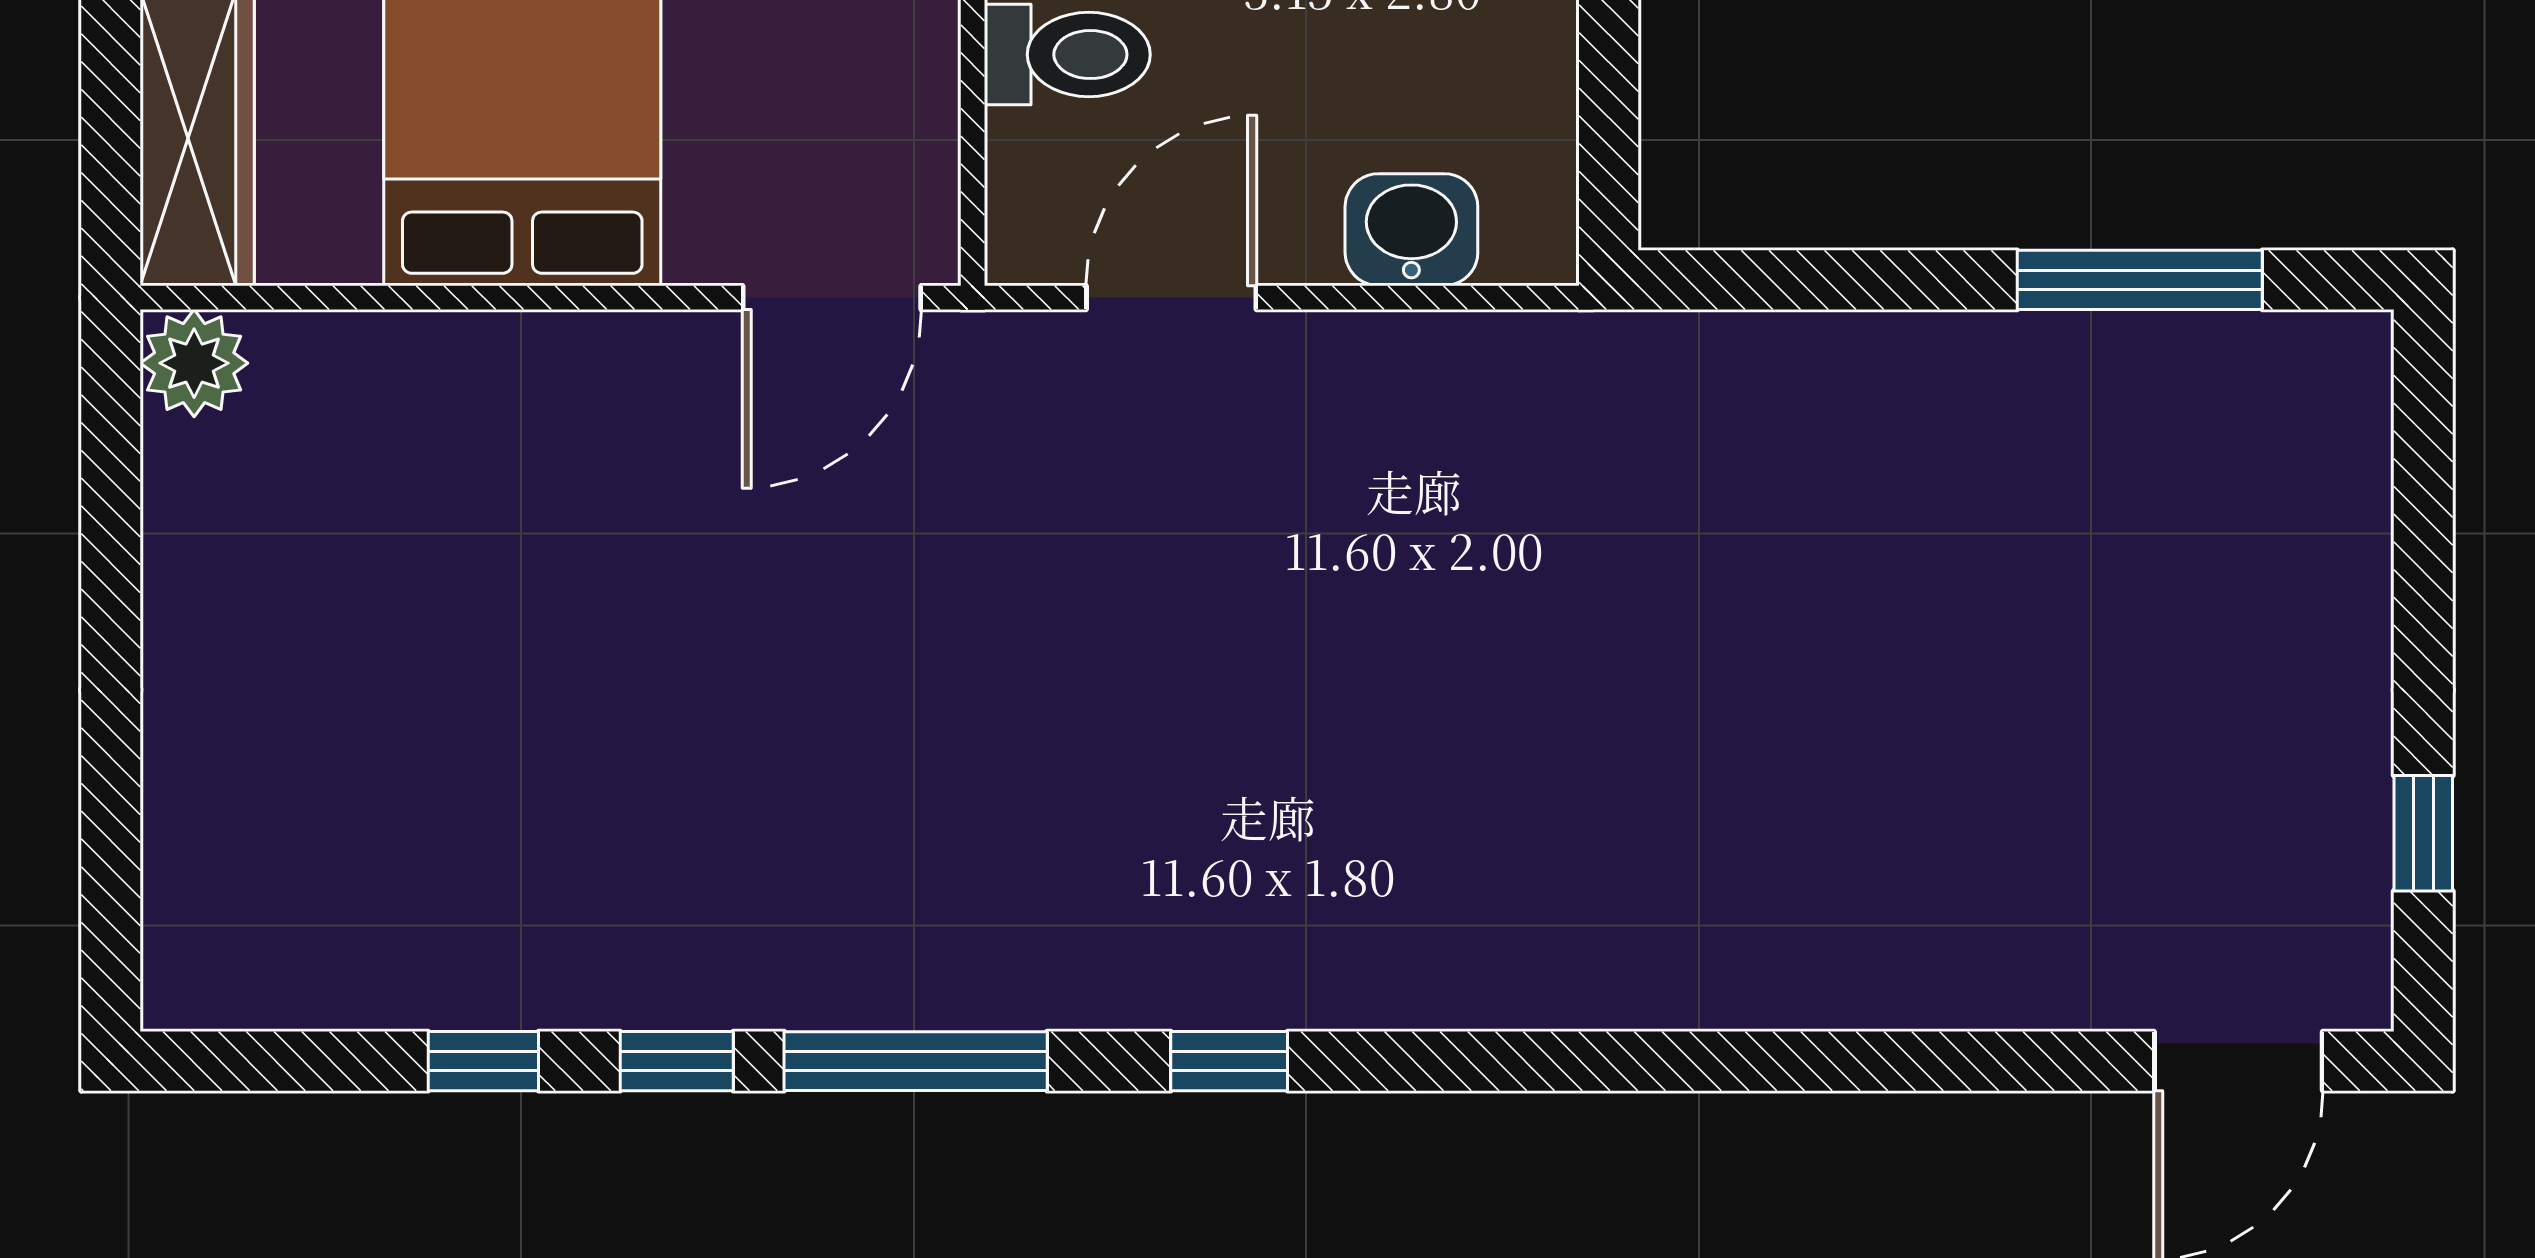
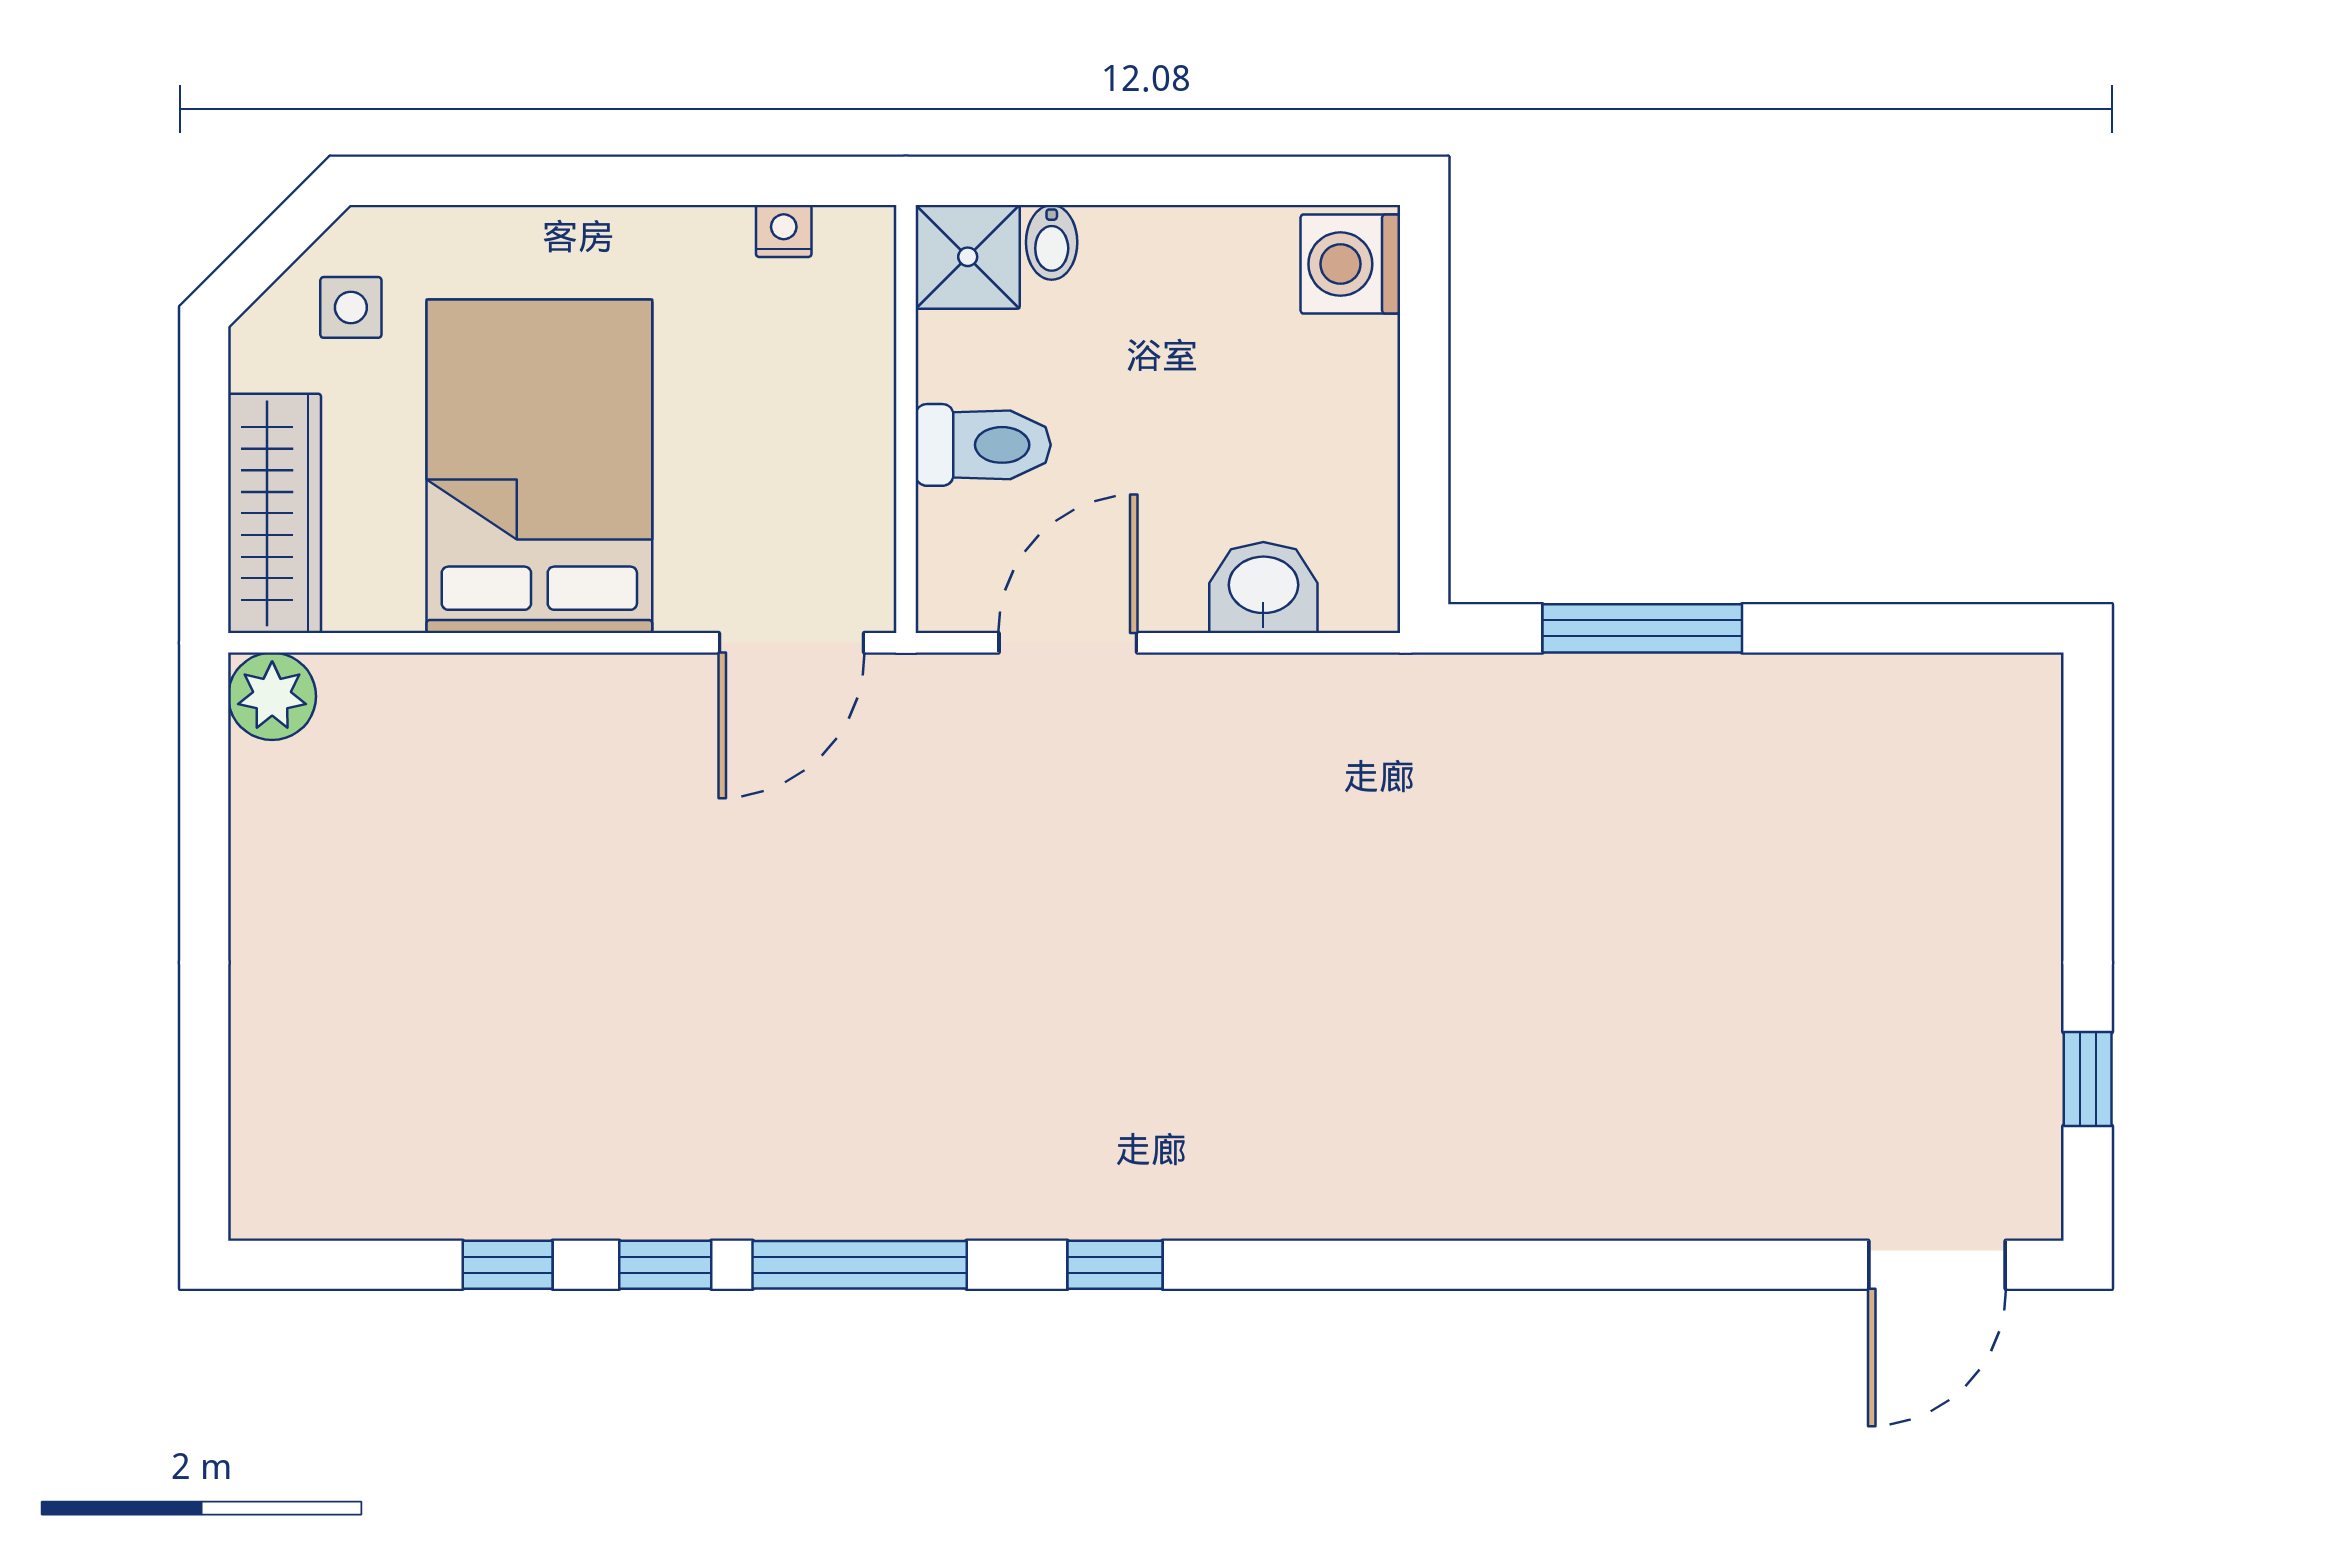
window: (2140, 280) -> (1642, 628), moved

